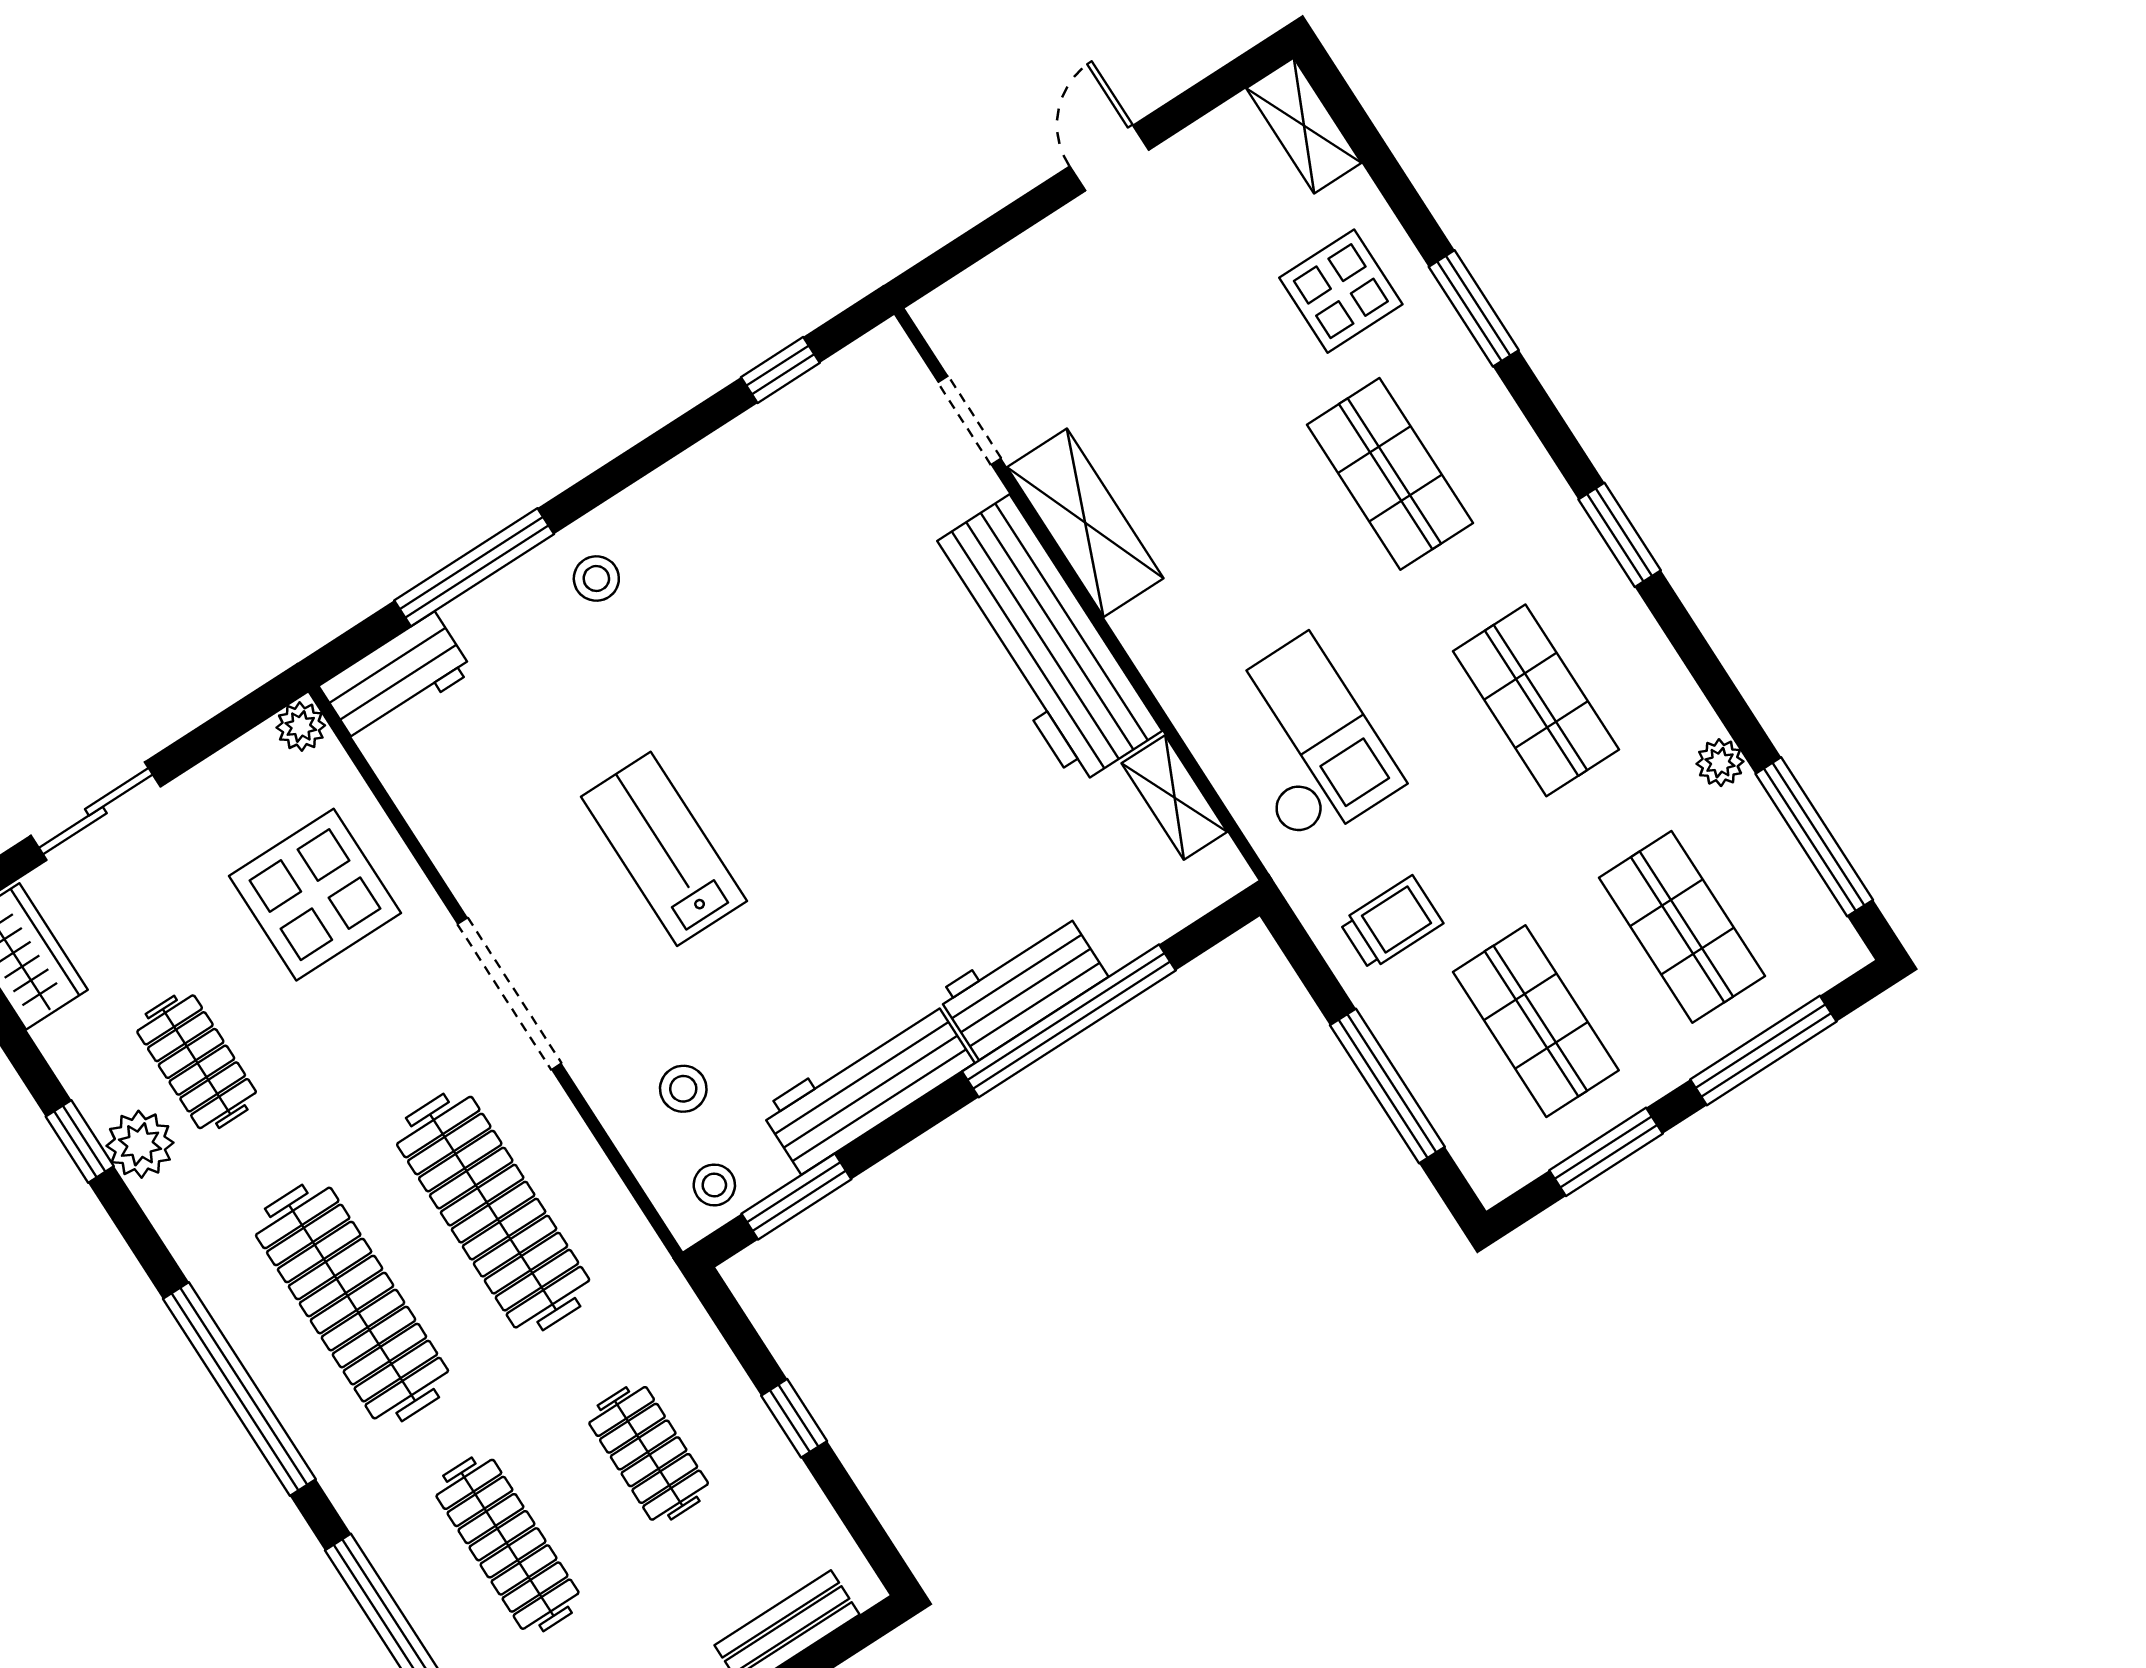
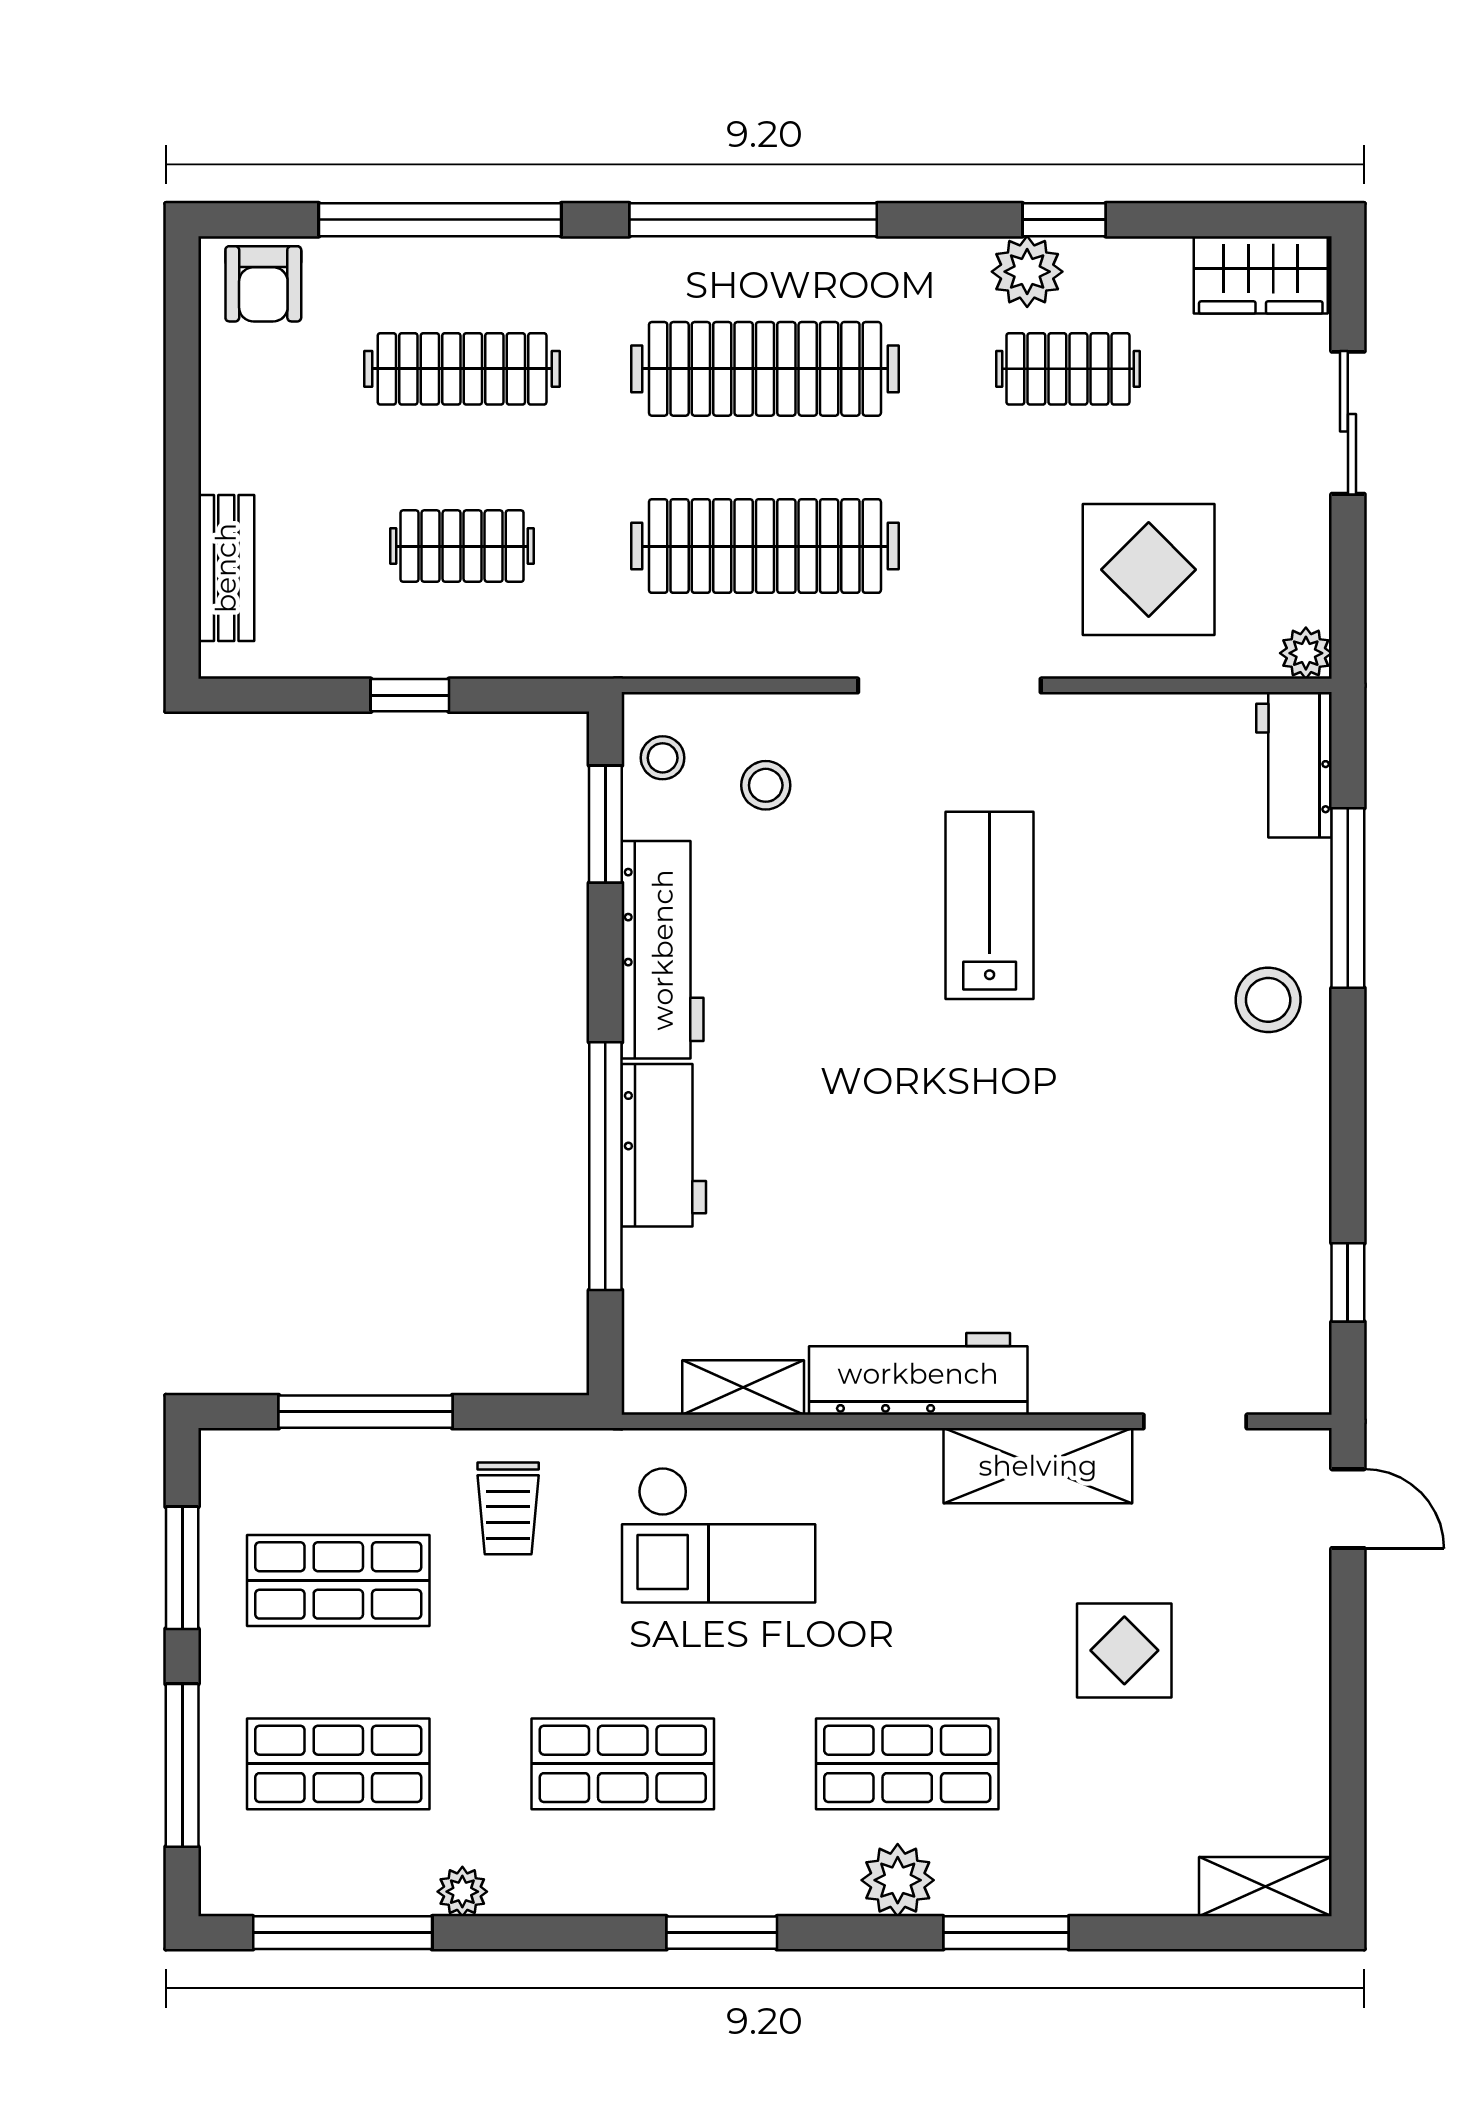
door: (1109, 158) -> (1348, 1509), moved
display table: (1341, 291) -> (1124, 1650), moved
plant: (1487, 422) -> (898, 1880), added
stool: (596, 579) -> (1268, 1000), width x1.37, depth x1.37
workbench: (1043, 640) -> (918, 1374), width x0.73, depth x0.76
lab bench: (664, 849) -> (990, 905), turned -90

